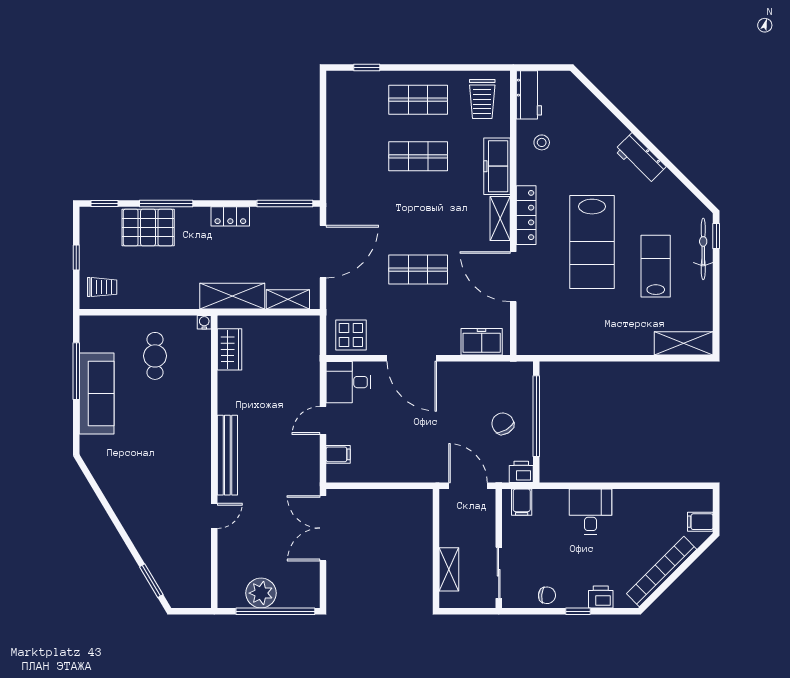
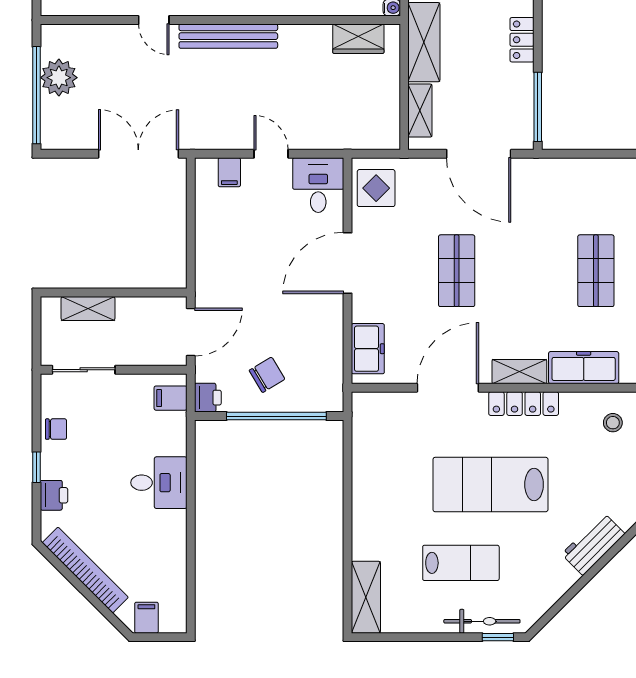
chair: (547, 595) -> (56, 429), turned -96

